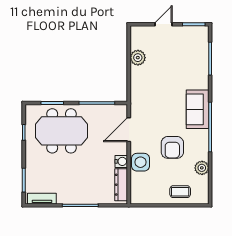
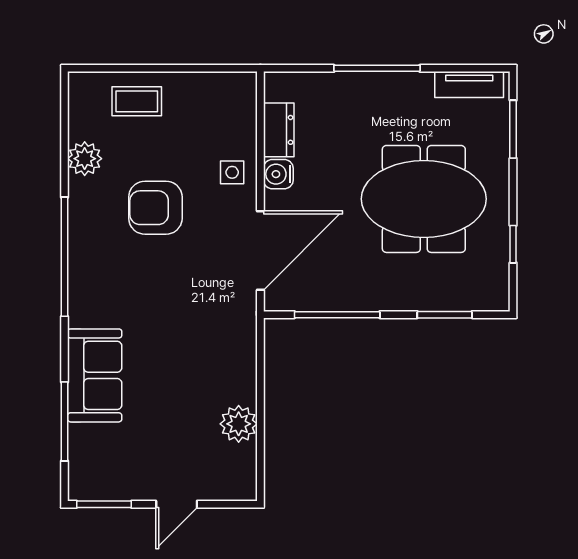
sofa: (198, 109) -> (95, 375), moved
door: (129, 130) -> (260, 251), width x1.36
meeting table: (62, 131) -> (424, 199), moved
armchair: (172, 147) -> (155, 208), turned -90
side table: (140, 162) -> (232, 172), width x0.54, depth x0.54
dresser: (121, 185) -> (279, 130), width x0.70

